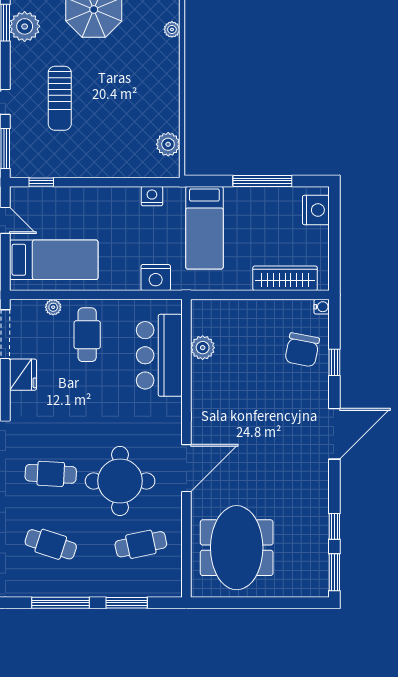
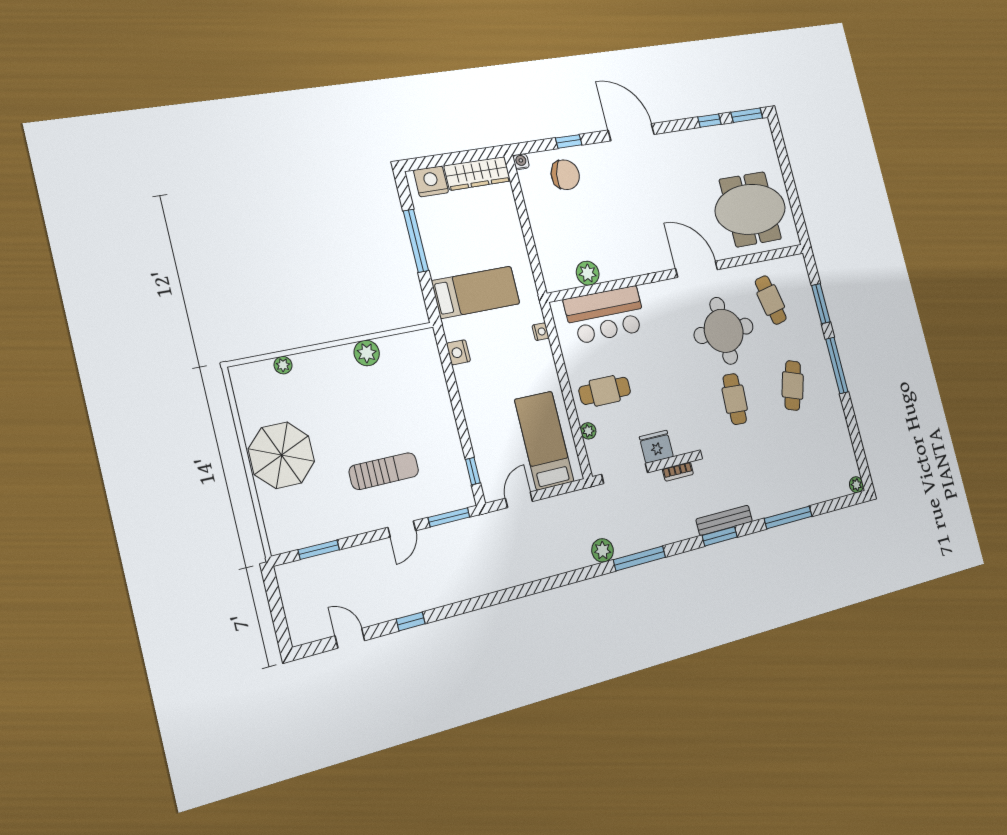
plant: (25, 26) -> (318, 527), removed
plant: (168, 144) -> (367, 353), moved
nightstand: (156, 278) -> (541, 332), width x0.53, depth x0.56
wardrobe: (285, 278) -> (477, 173), moved, turned -90

